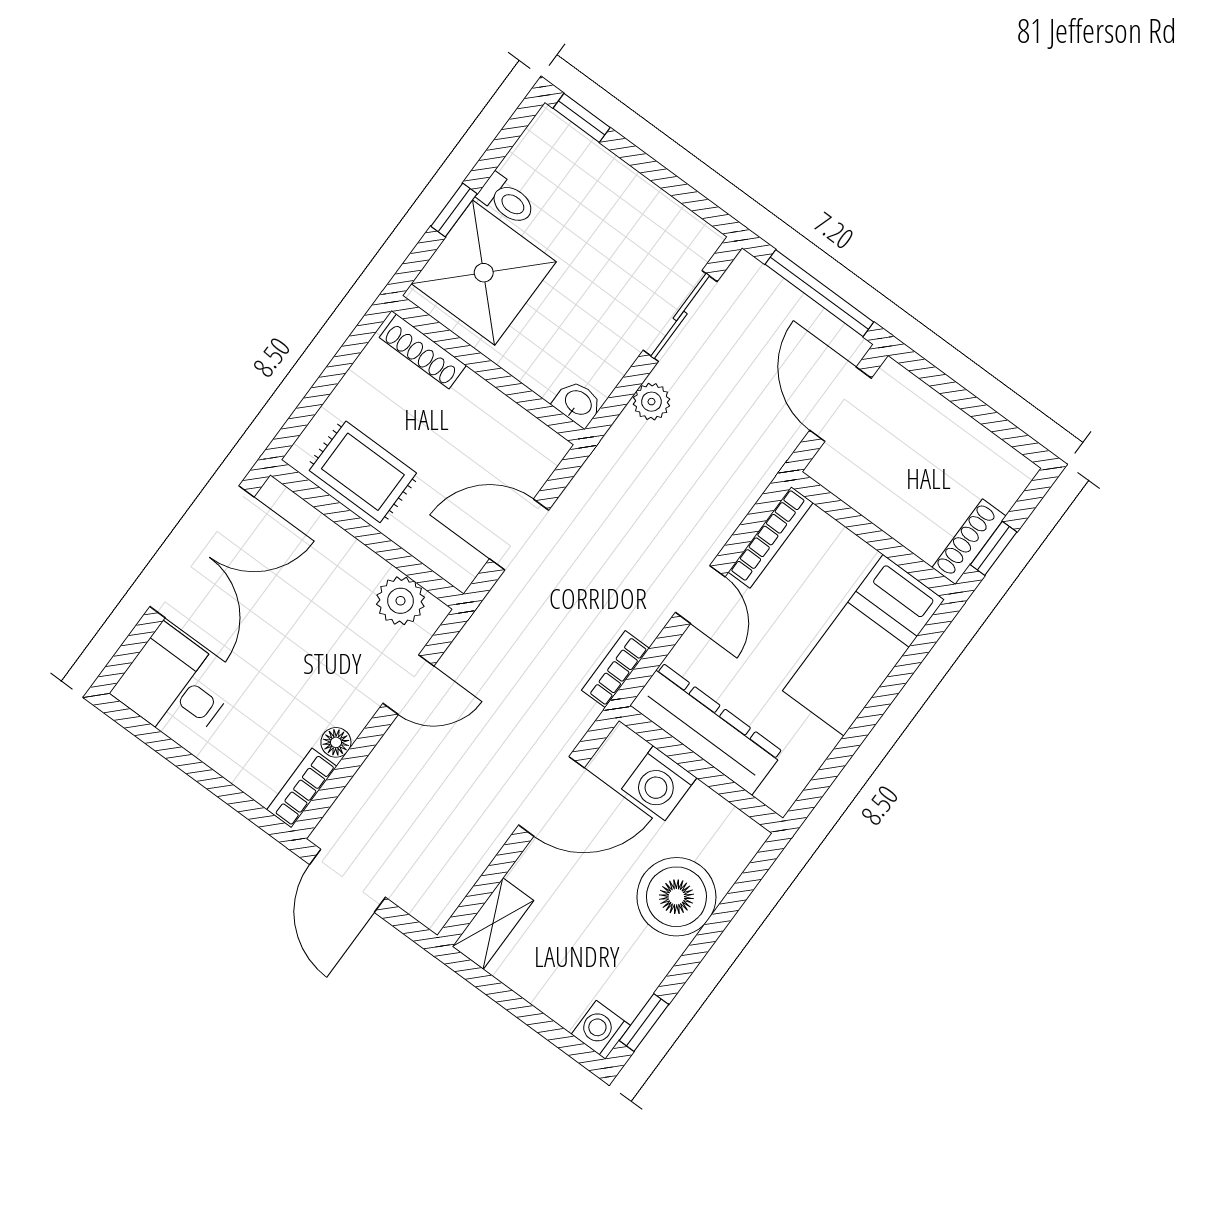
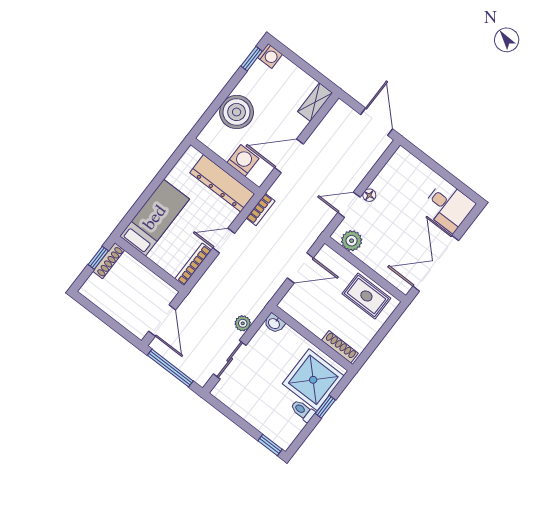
door: (700, 595) -> (224, 241), hinge flipped
floor lamp: (336, 742) -> (369, 195), moved
bookcase: (302, 788) -> (395, 162), removed

